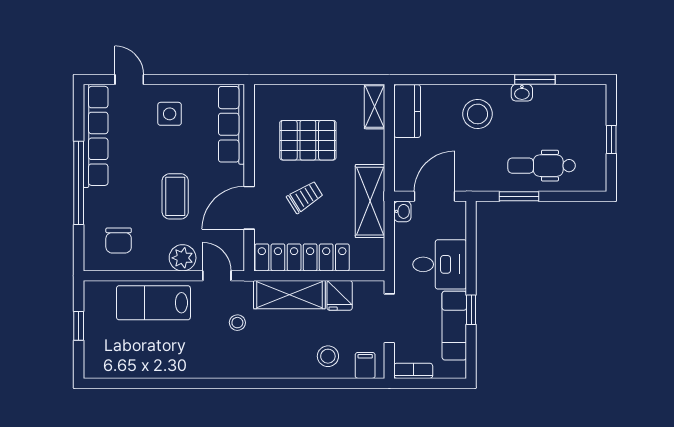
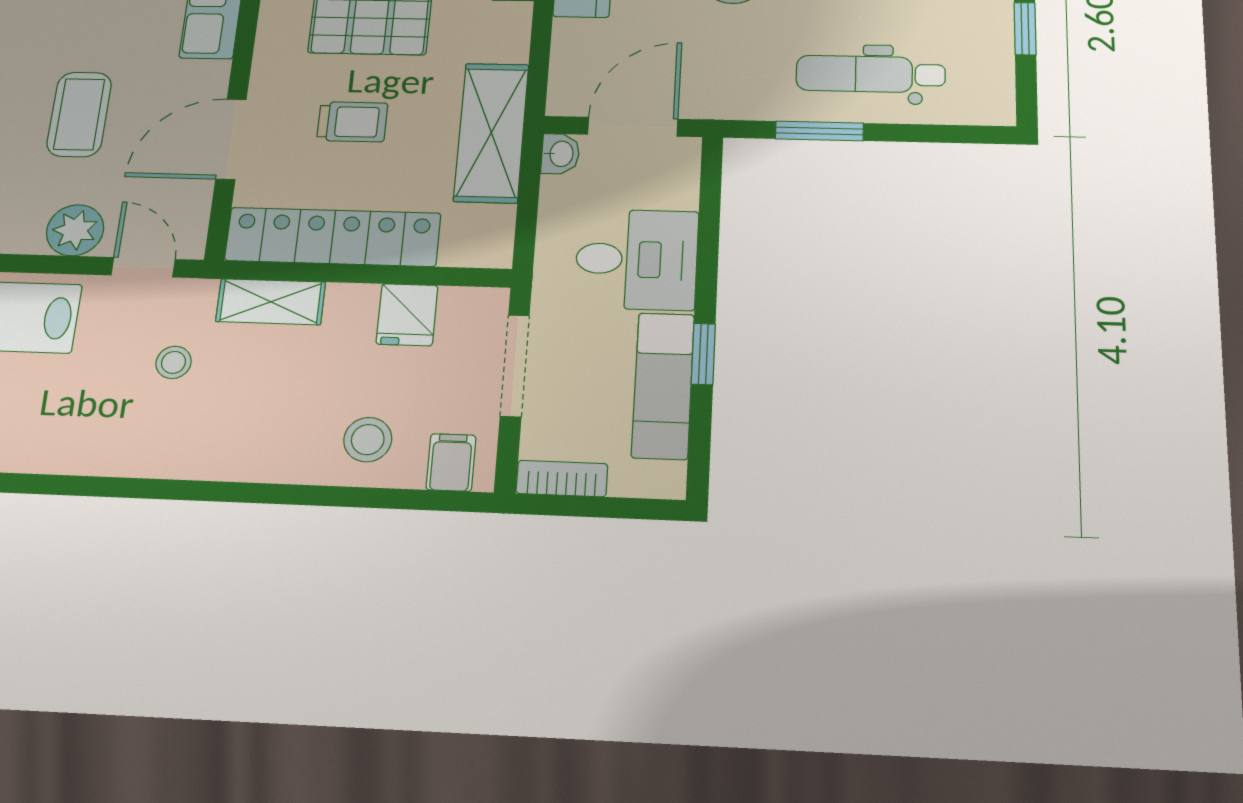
trolley: (305, 197) -> (352, 122), turned 32
shelving: (289, 295) -> (271, 302), width x0.67, depth x0.75

